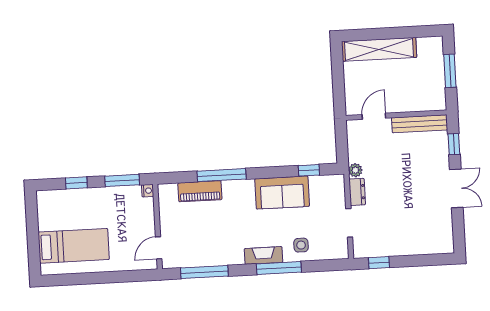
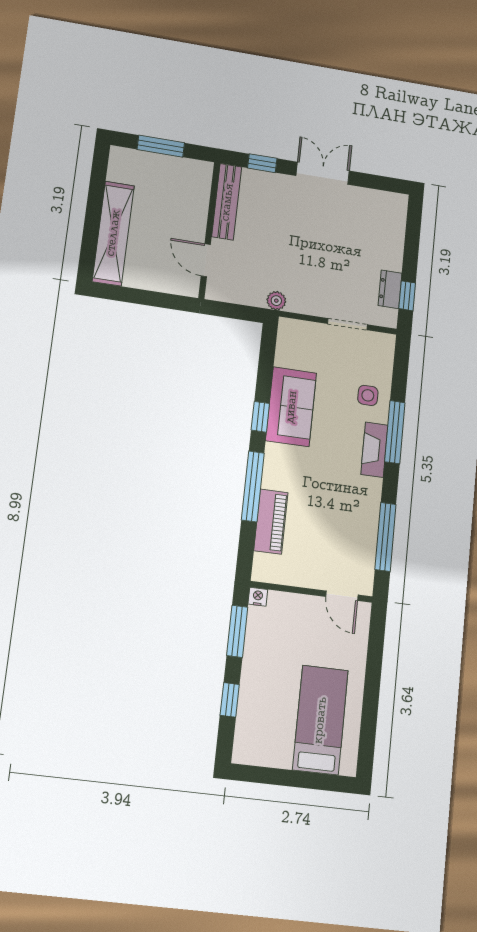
window: (309, 170) -> (260, 417), moved
dresser: (357, 192) -> (390, 289), moved, turned -90

